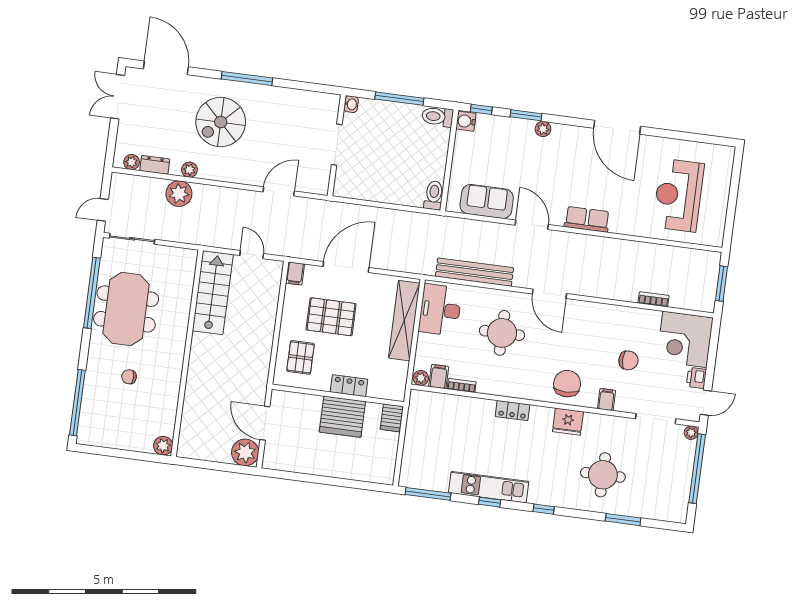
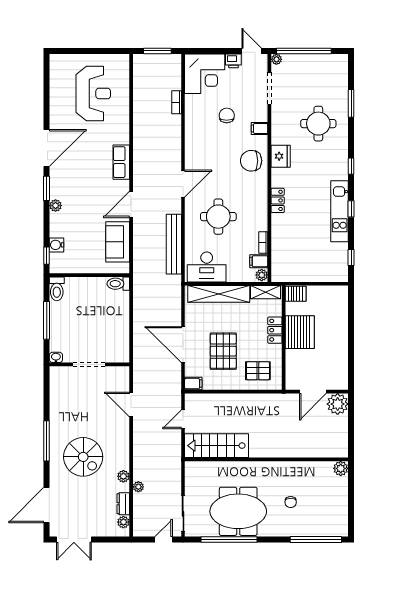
window: (526, 115) -> (47, 188), moved
water cooler: (466, 121) -> (57, 245), moved, turned 90
plant: (179, 194) -> (138, 487), width x0.53, depth x0.53
reception desk: (678, 195) -> (93, 94), turned -90
door: (103, 210) -> (164, 540), swing flipped
shelving: (399, 380) -> (266, 292), added
window: (428, 494) -> (351, 258), width x0.46

